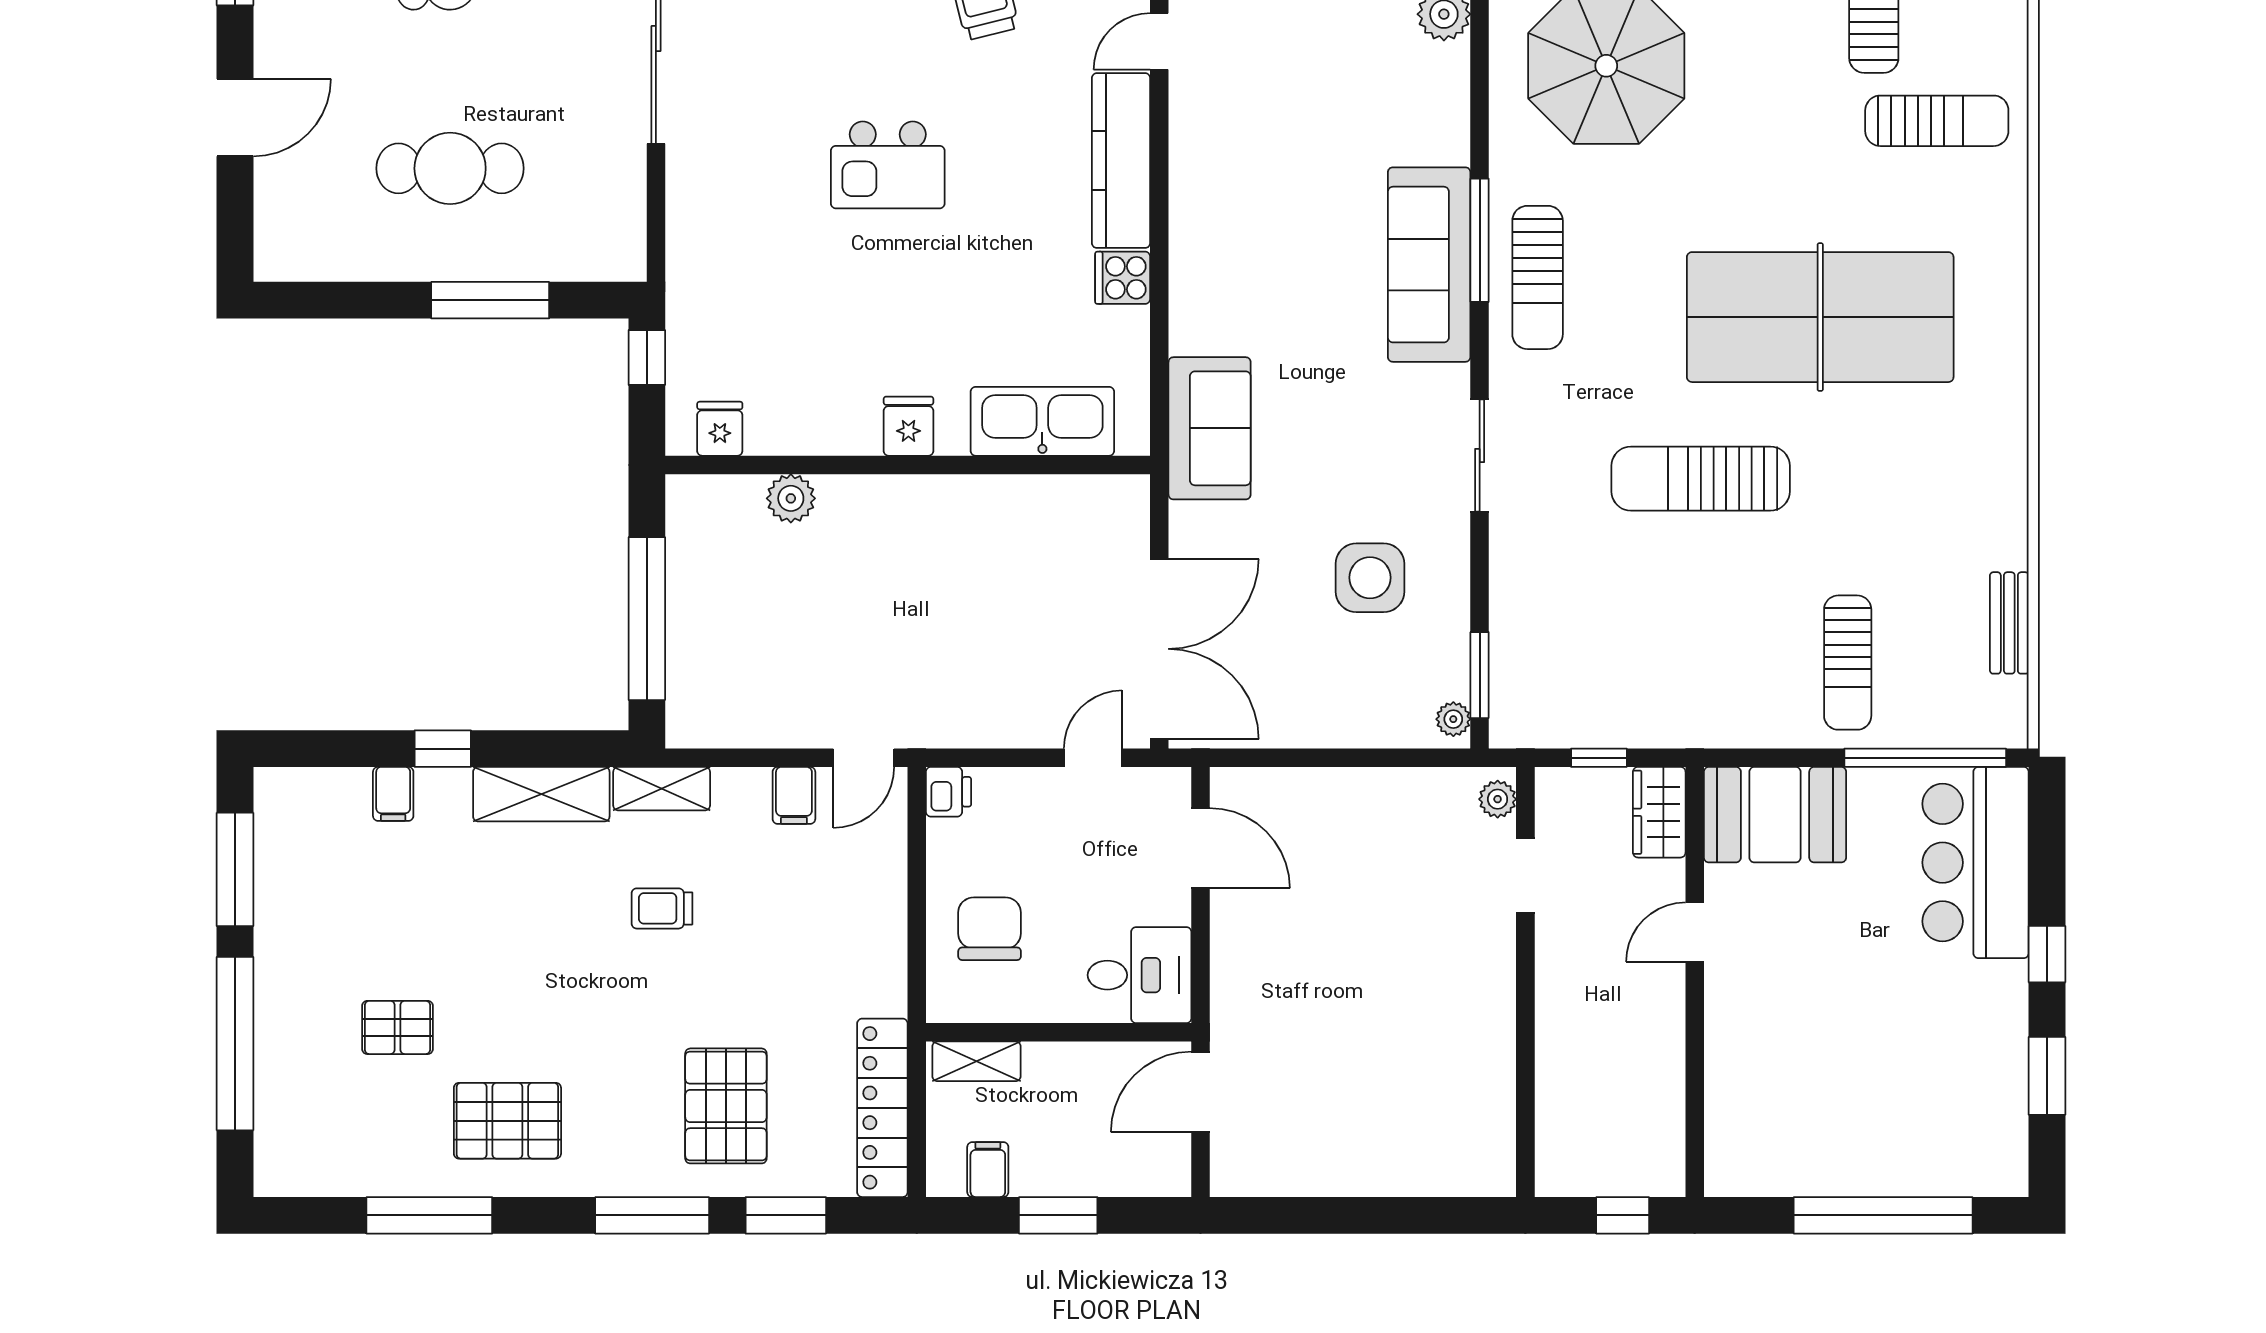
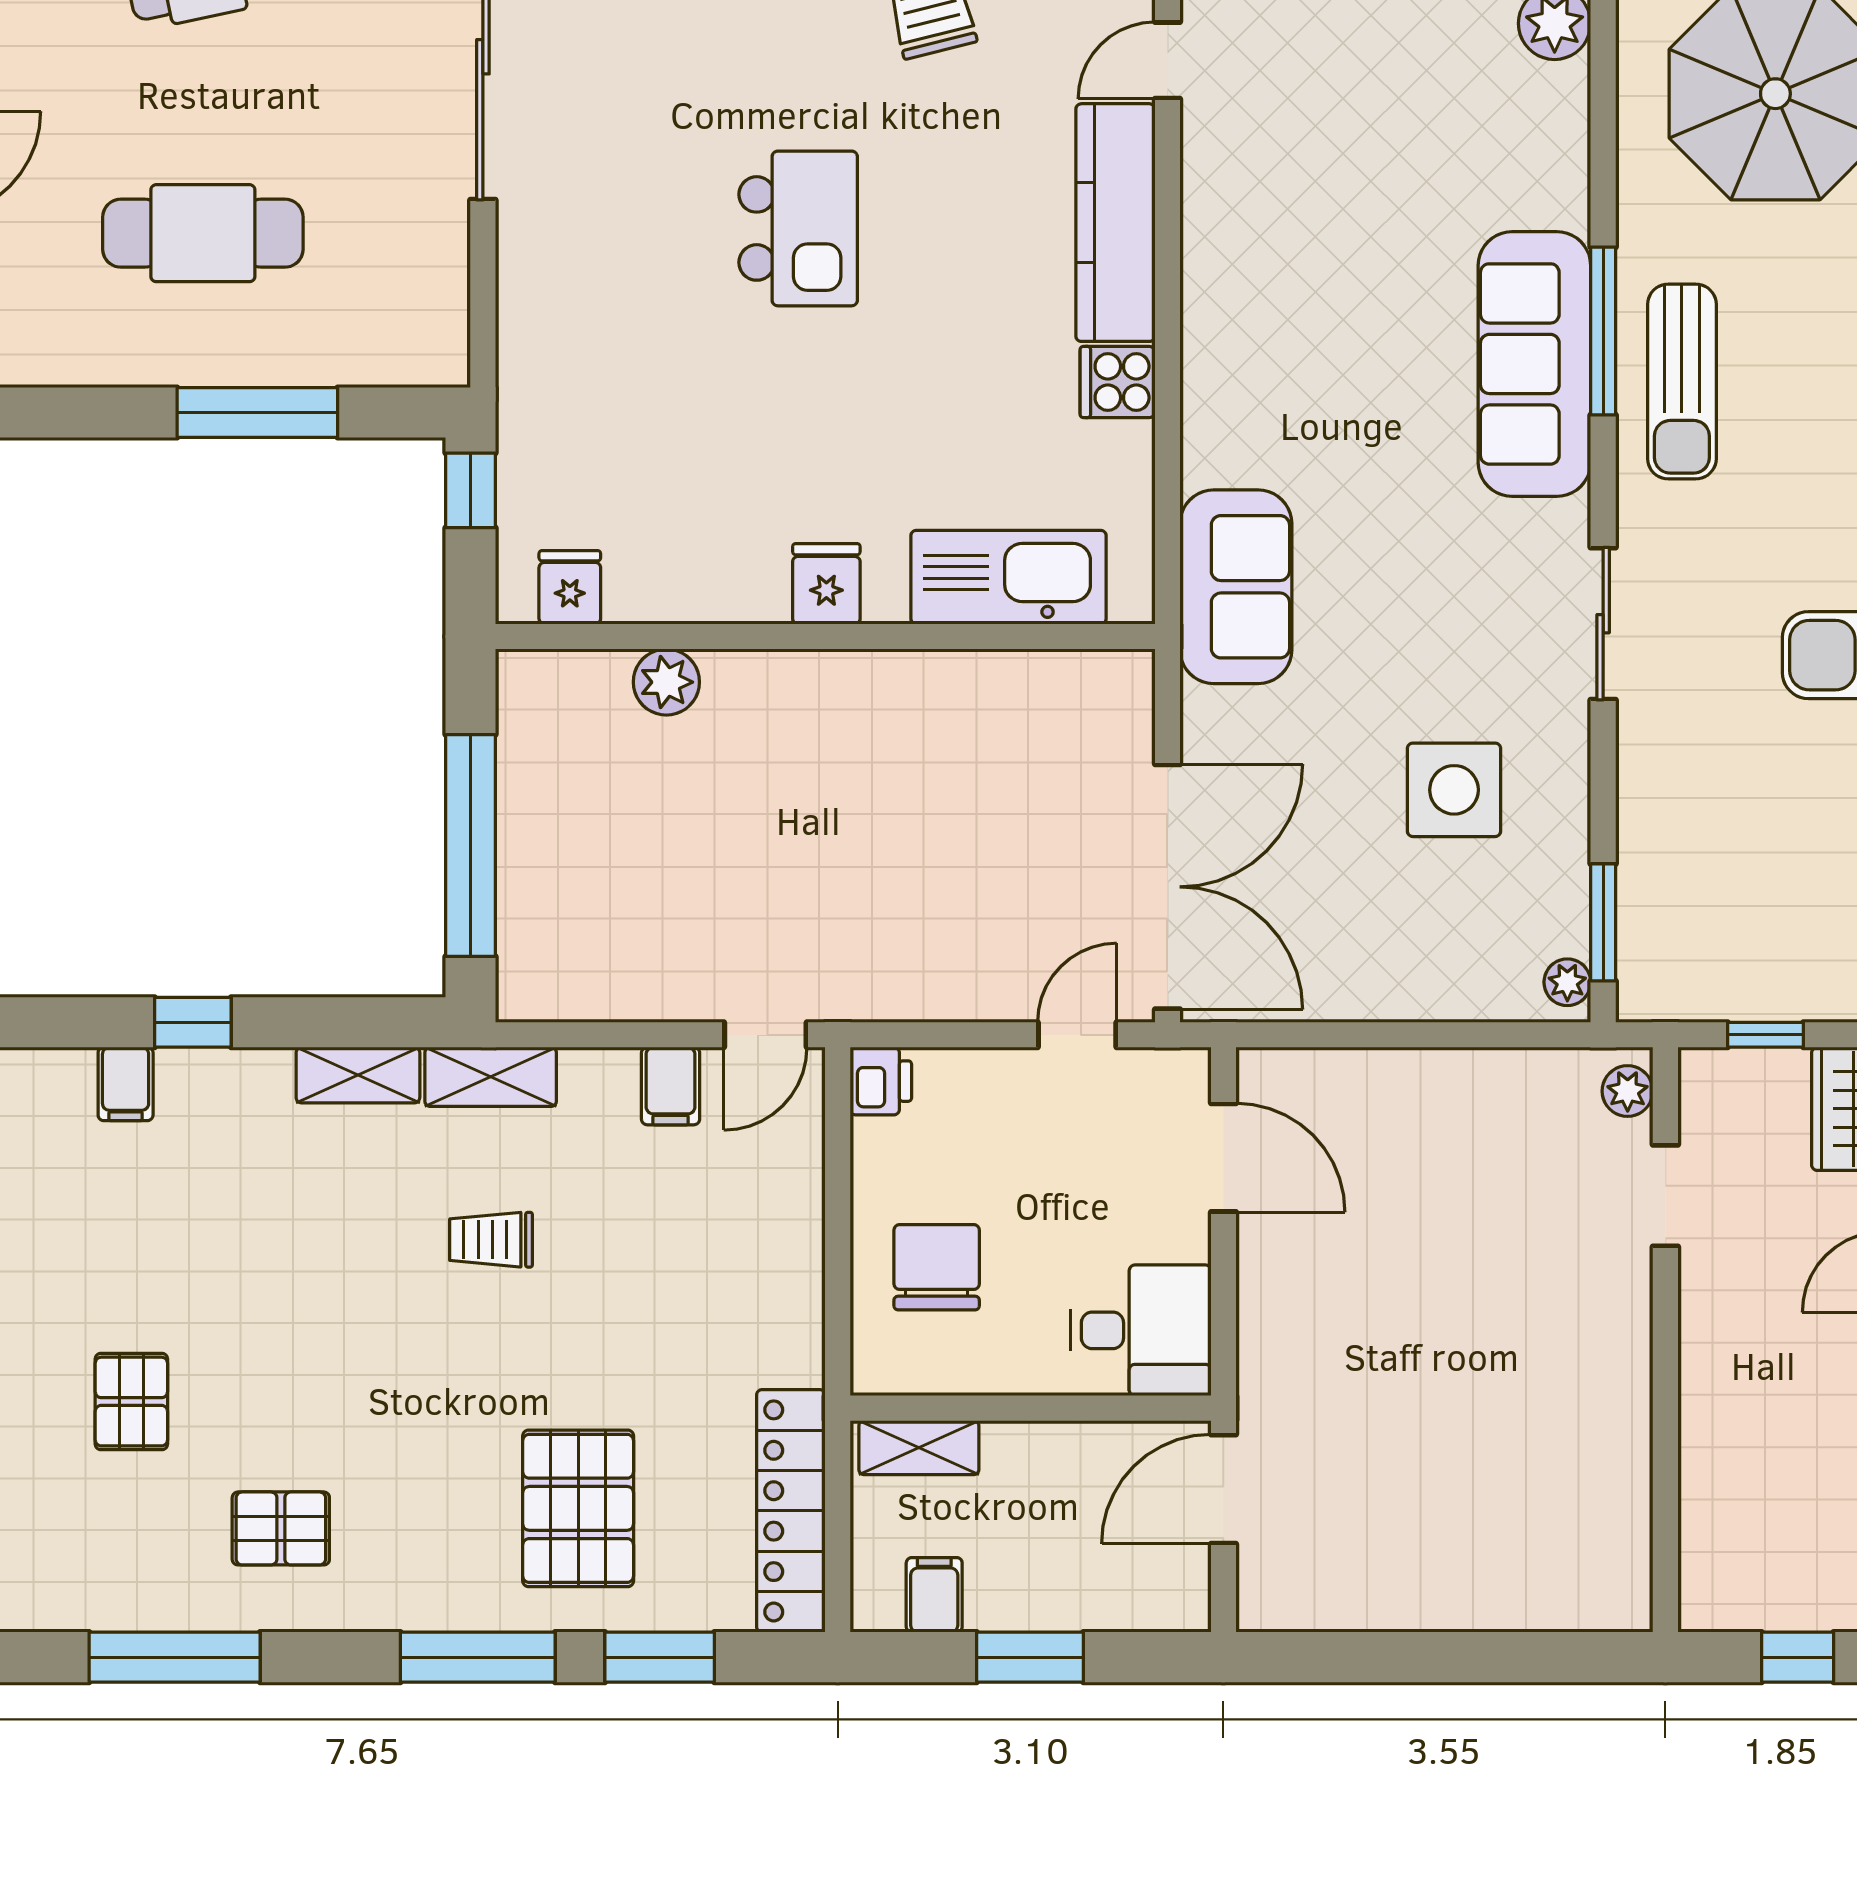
kitchen island: (888, 165) -> (798, 228), turned -90
shelving: (541, 794) -> (358, 1075), width x0.67, depth x0.75
pallet: (397, 1027) -> (131, 1402), turned 90
pallet: (507, 1121) -> (281, 1528), width x0.67, depth x0.71

